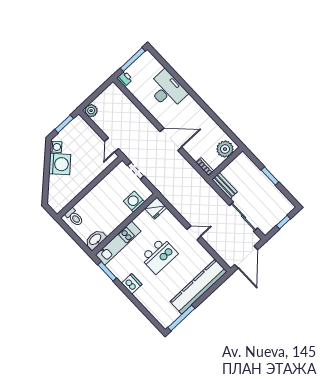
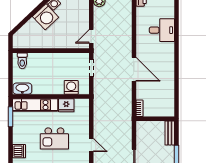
desk: (167, 90) -> (162, 30), width x0.73
plant: (225, 149) -> (164, 109), removed
bench: (225, 186) -> (170, 133), moved
fridge: (156, 208) -> (66, 105), moved
dishwasher: (132, 284) -> (19, 151), moved

